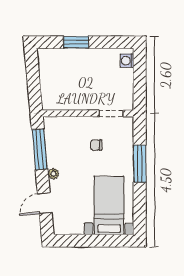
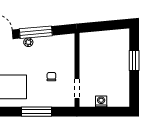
washing machine: (127, 61) -> (101, 101), moved
window: (40, 149) -> (36, 32), moved

